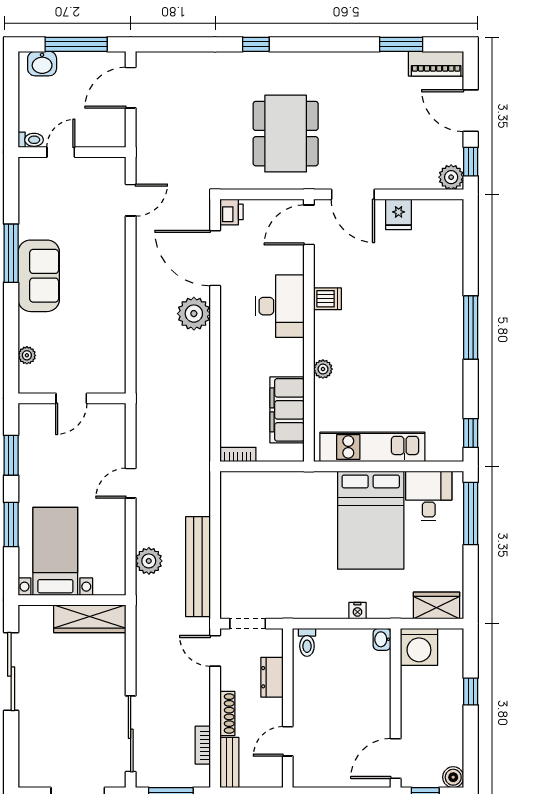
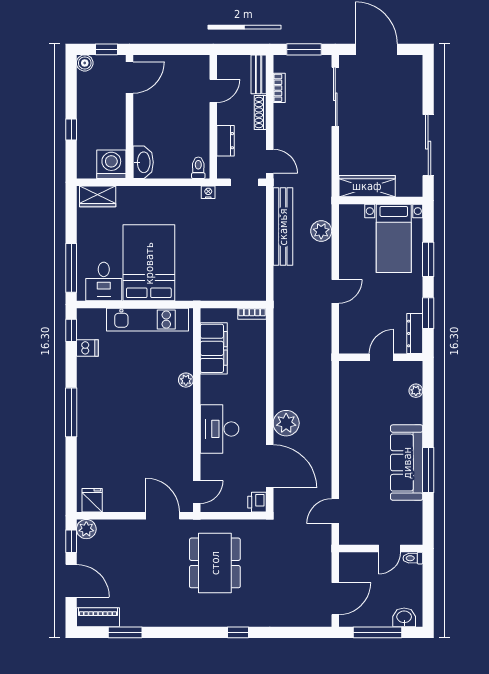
fridge: (399, 214) -> (92, 500), moved
door: (309, 225) -> (197, 492), width x0.73
sofa: (39, 276) -> (407, 463), width x1.36
dishwasher: (328, 299) -> (87, 348), moved, turned 180
dresser: (28, 429) -> (415, 333), added
nightstand: (357, 611) -> (208, 192), moved
washbasin: (382, 639) -> (143, 162), width x1.91, depth x1.45

